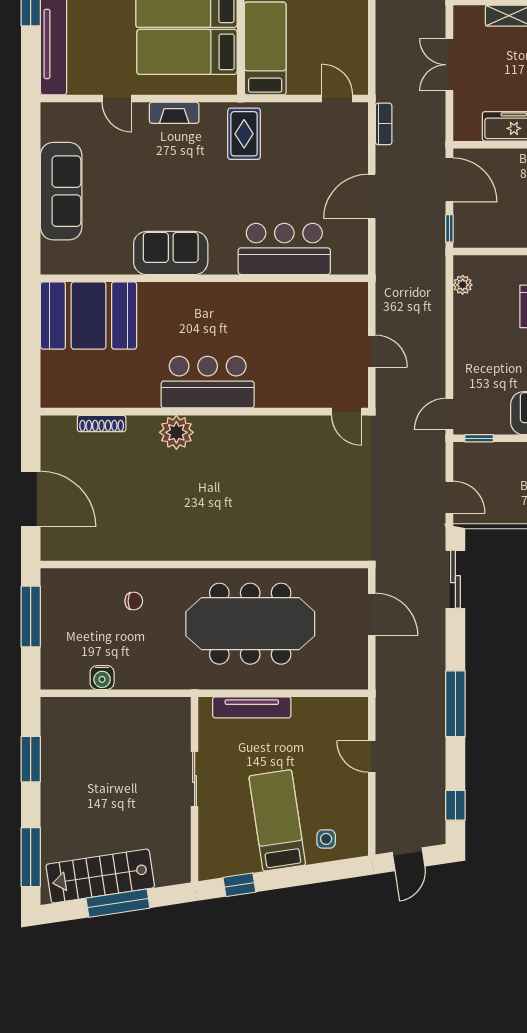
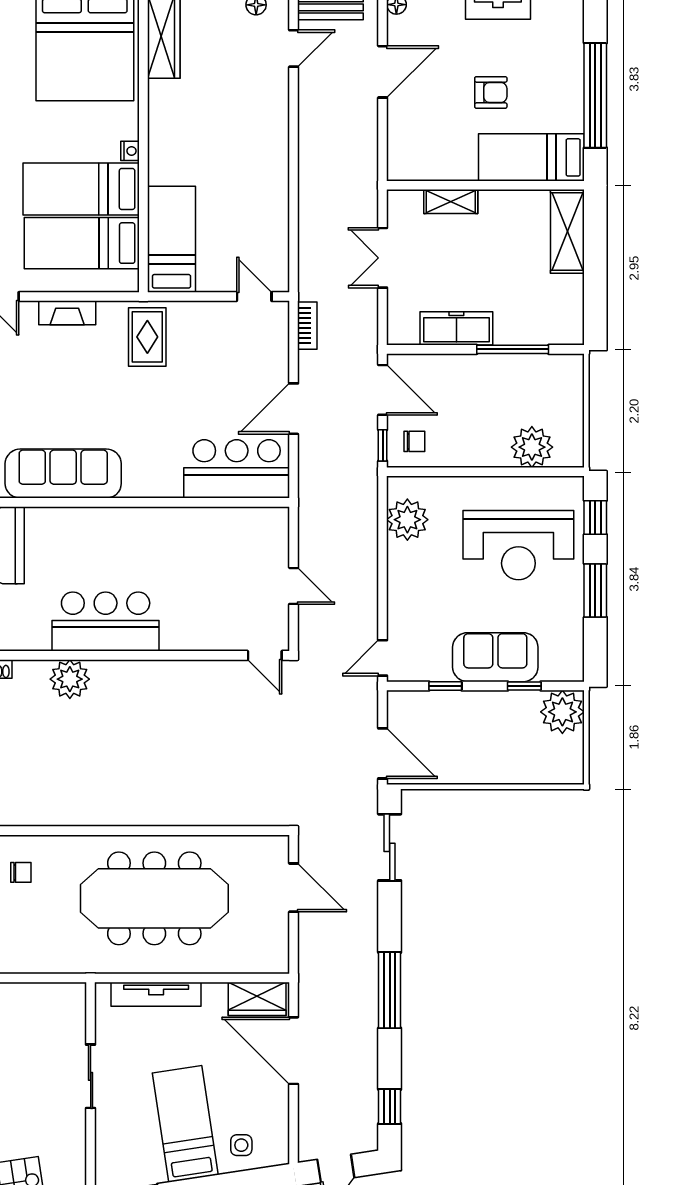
chair: (477, 225) -> (414, 441), added
bar counter: (284, 249) -> (237, 469), moved
sofa: (171, 253) -> (63, 474), width x1.36
plant: (463, 285) -> (407, 520), width x1.88, depth x1.88
window: (479, 438) -> (445, 686), moved
door: (449, 497) -> (383, 753), width x1.38
wardrobe: (340, 711) -> (257, 999), added
door: (372, 757) -> (294, 1051), width x1.88

